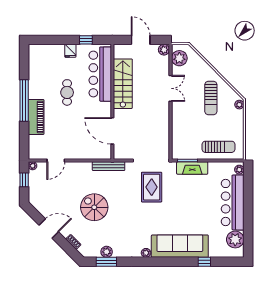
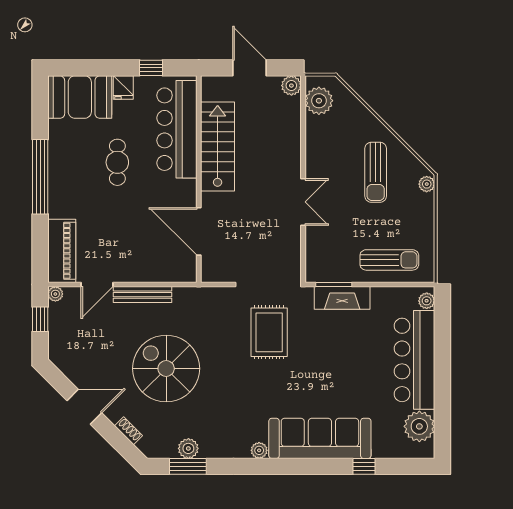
booth: (46, 56) -> (80, 97), added
double door: (171, 88) -> (303, 202), moved
piano: (36, 117) -> (62, 251), moved
bench: (109, 166) -> (142, 295), moved
spiral stairs: (94, 207) -> (166, 369), width x1.37, depth x1.37

